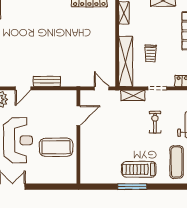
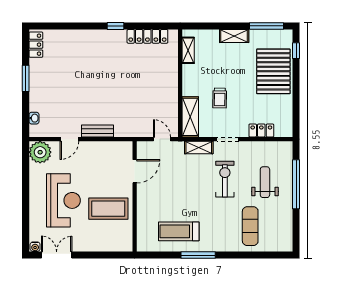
shelving: (126, 61) -> (190, 117), width x0.68
exercise bike: (155, 122) -> (225, 179), width x1.38, depth x1.39
treadmill: (139, 169) -> (179, 231), moved

